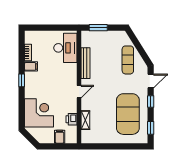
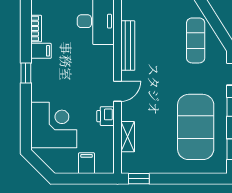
printer: (72, 119) -> (106, 116), moved
window: (92, 146) -> (139, 179), added

